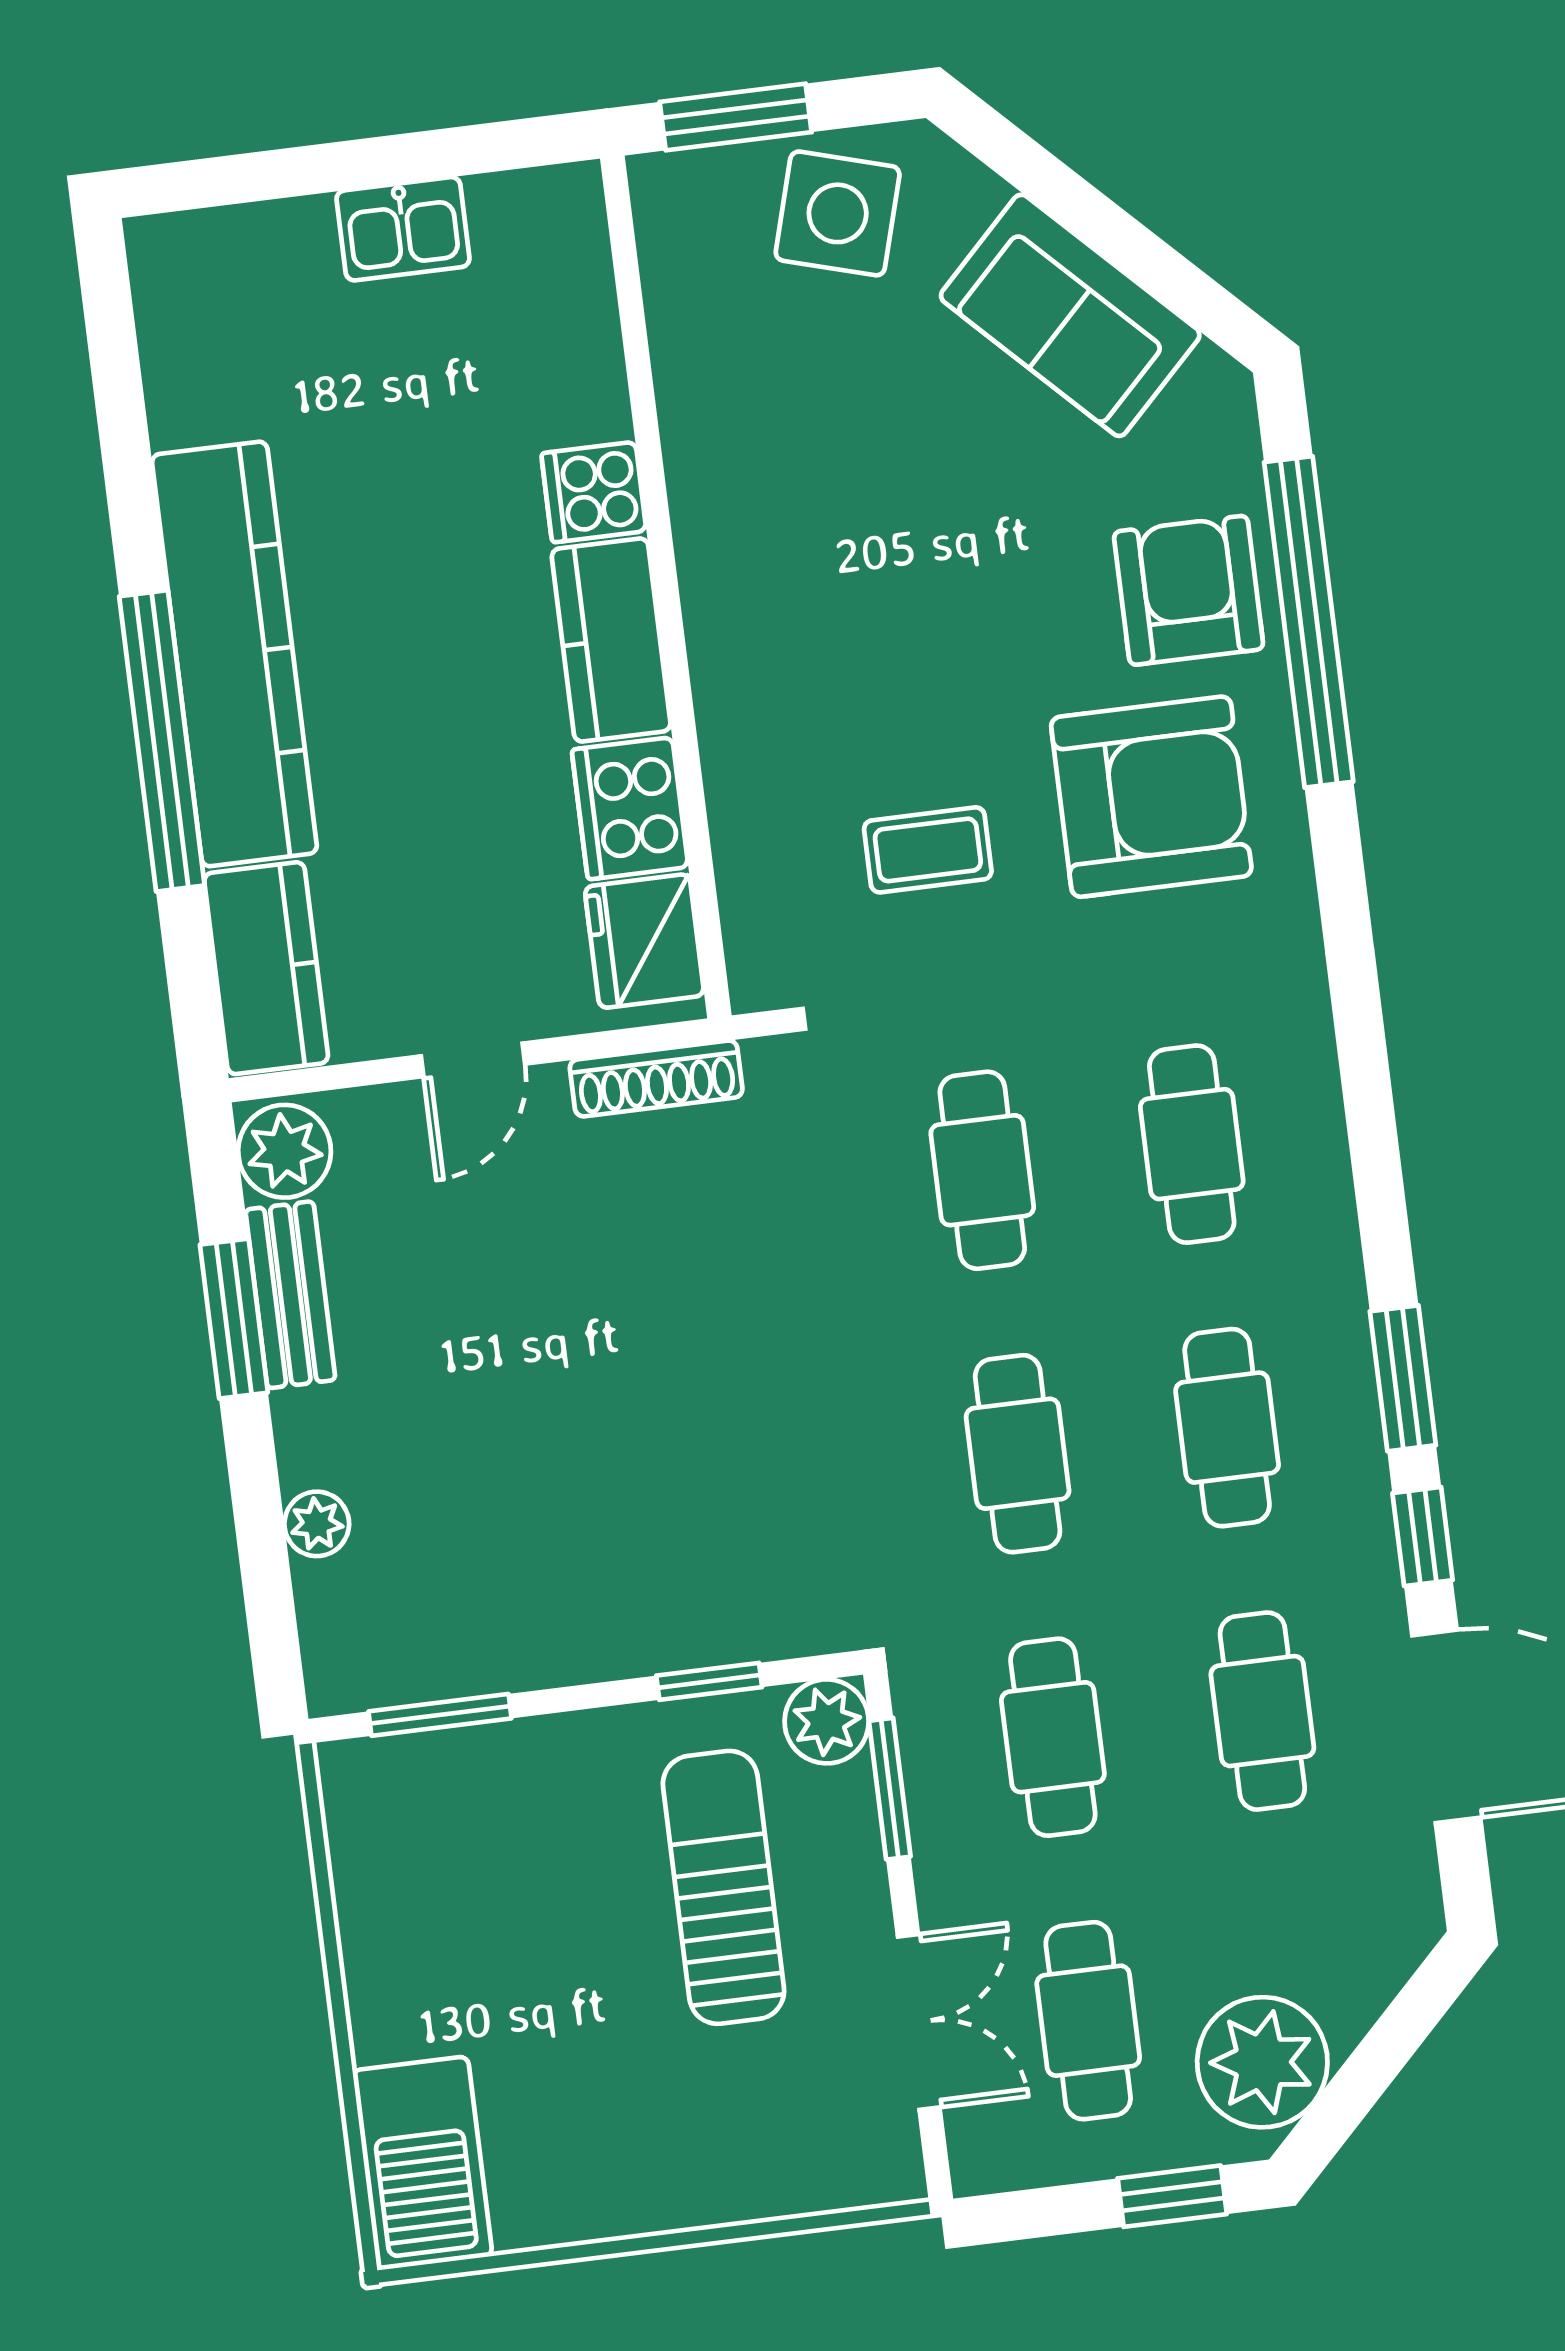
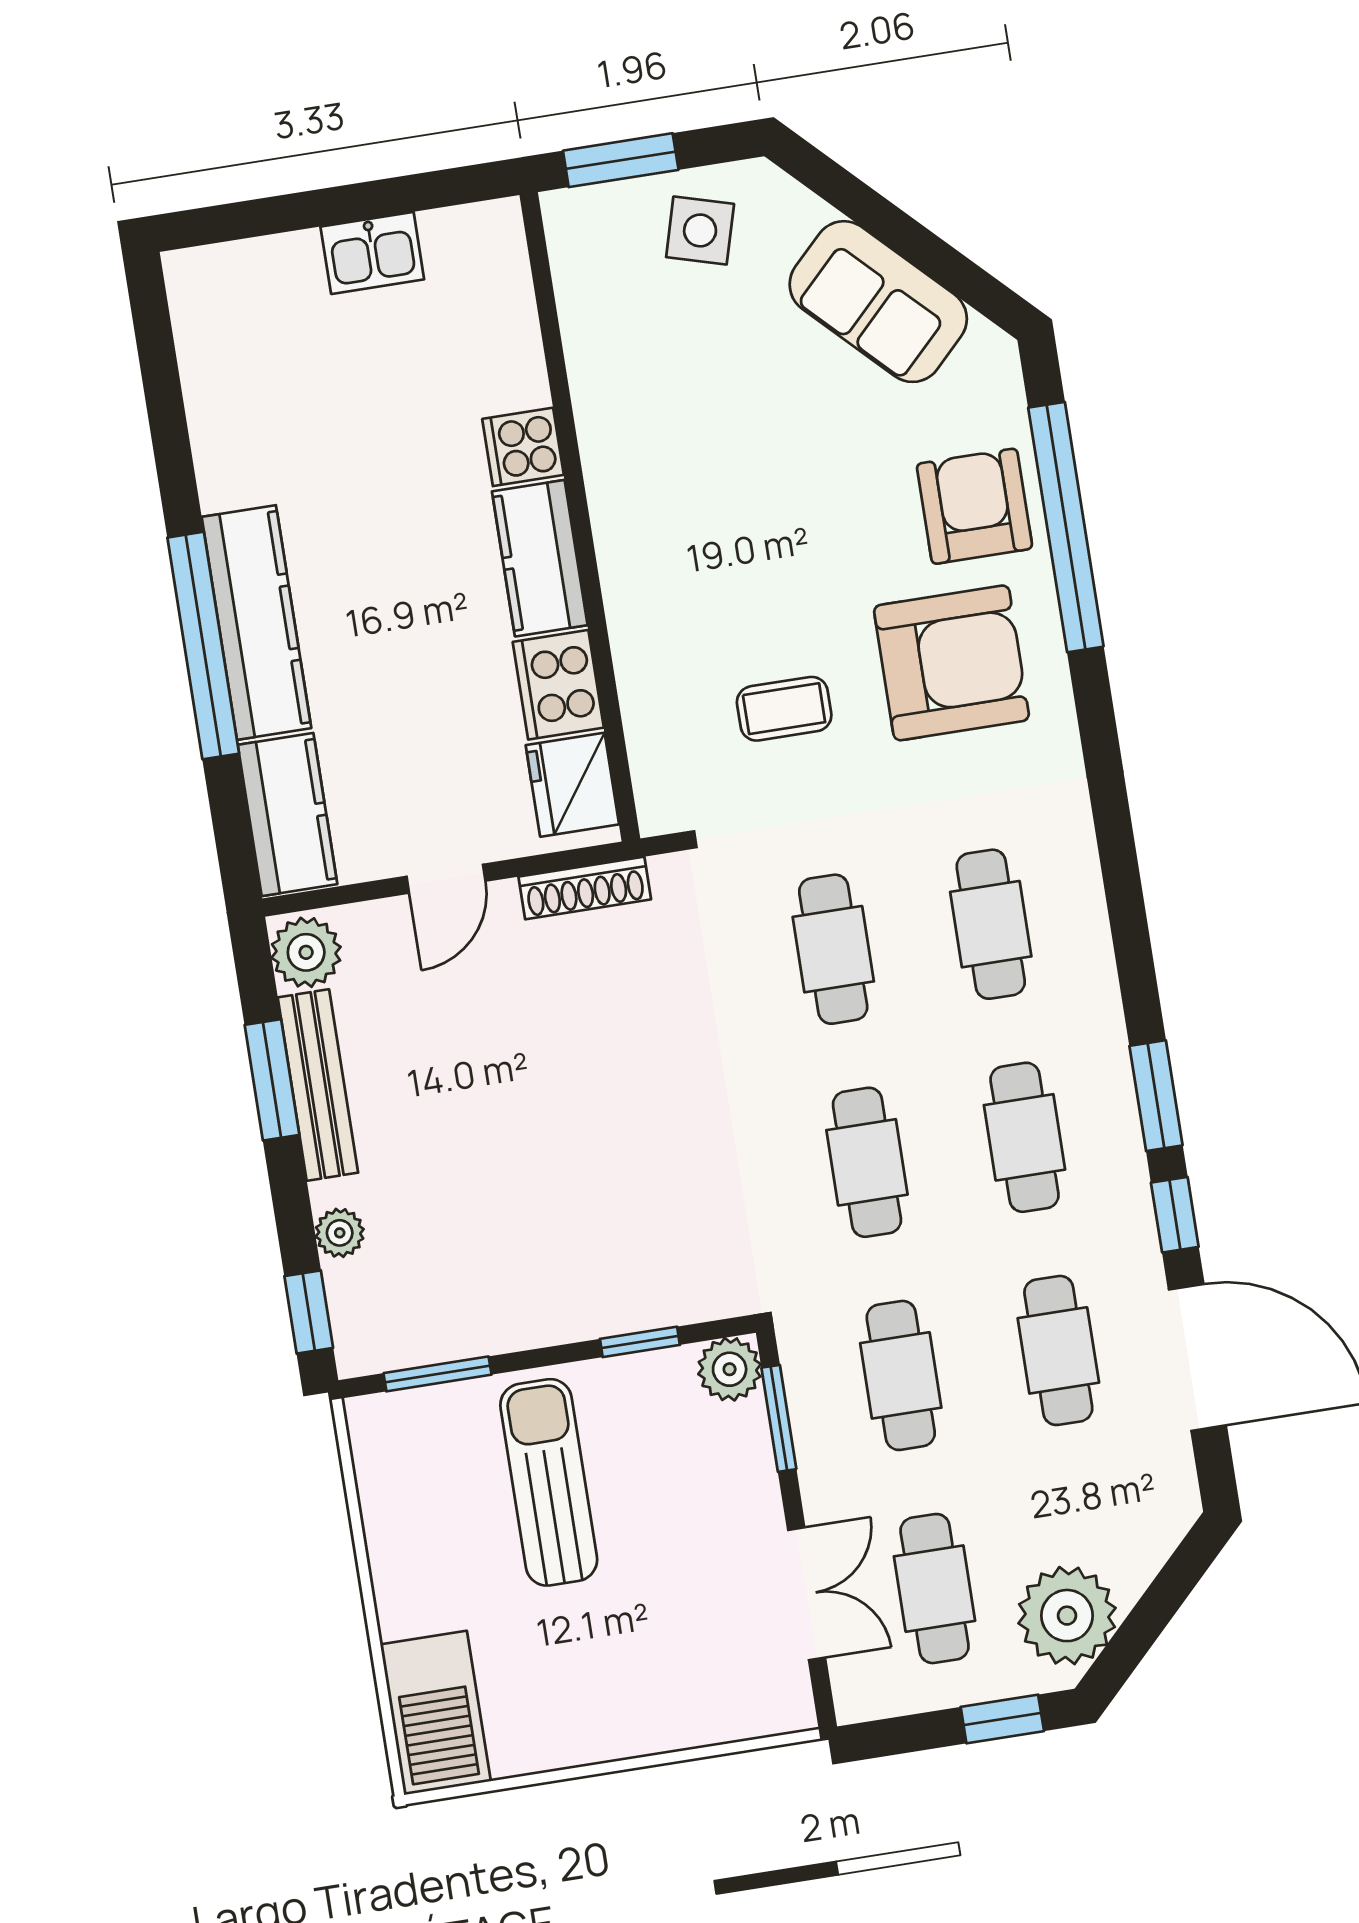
side table: (838, 213) -> (700, 230), width x0.73, depth x0.73
kitchen counter: (234, 654) -> (256, 623), width x0.72, depth x0.86
bench: (290, 1295) -> (318, 1085), width x1.36
window: (272, 1627) -> (309, 1312), added
sun lounger: (724, 1887) -> (549, 1482), moved

